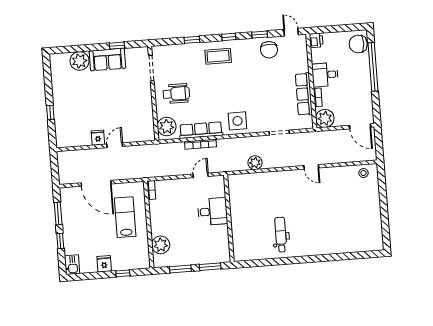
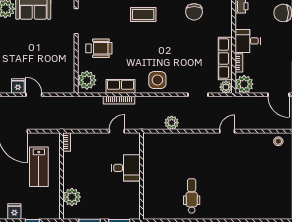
plant: (307, 123) -> (226, 87), added
row of seats: (201, 130) -> (121, 86), width x0.68
door: (115, 145) -> (34, 95), hinge flipped
door: (311, 167) -> (227, 131), swing flipped
lab bench: (125, 217) -> (39, 167), turned 180

